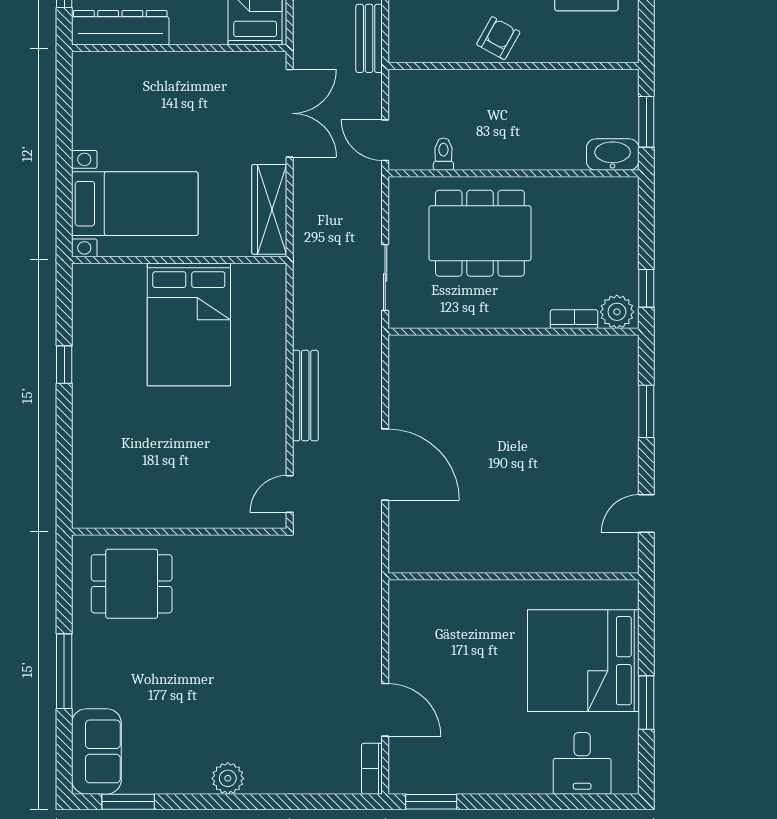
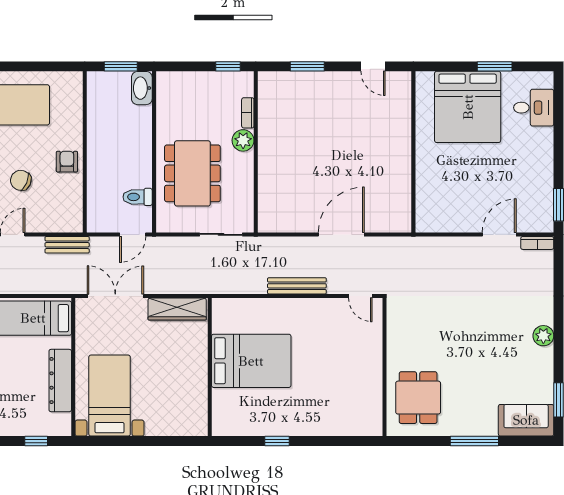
dresser: (120, 28) -> (60, 381), moved
armchair: (498, 38) -> (67, 162), turned 61
toilet: (443, 154) -> (138, 197), width x1.37, depth x1.39
bed with nightstands: (135, 204) -> (110, 396), moved
plant: (617, 312) -> (243, 140), moved

